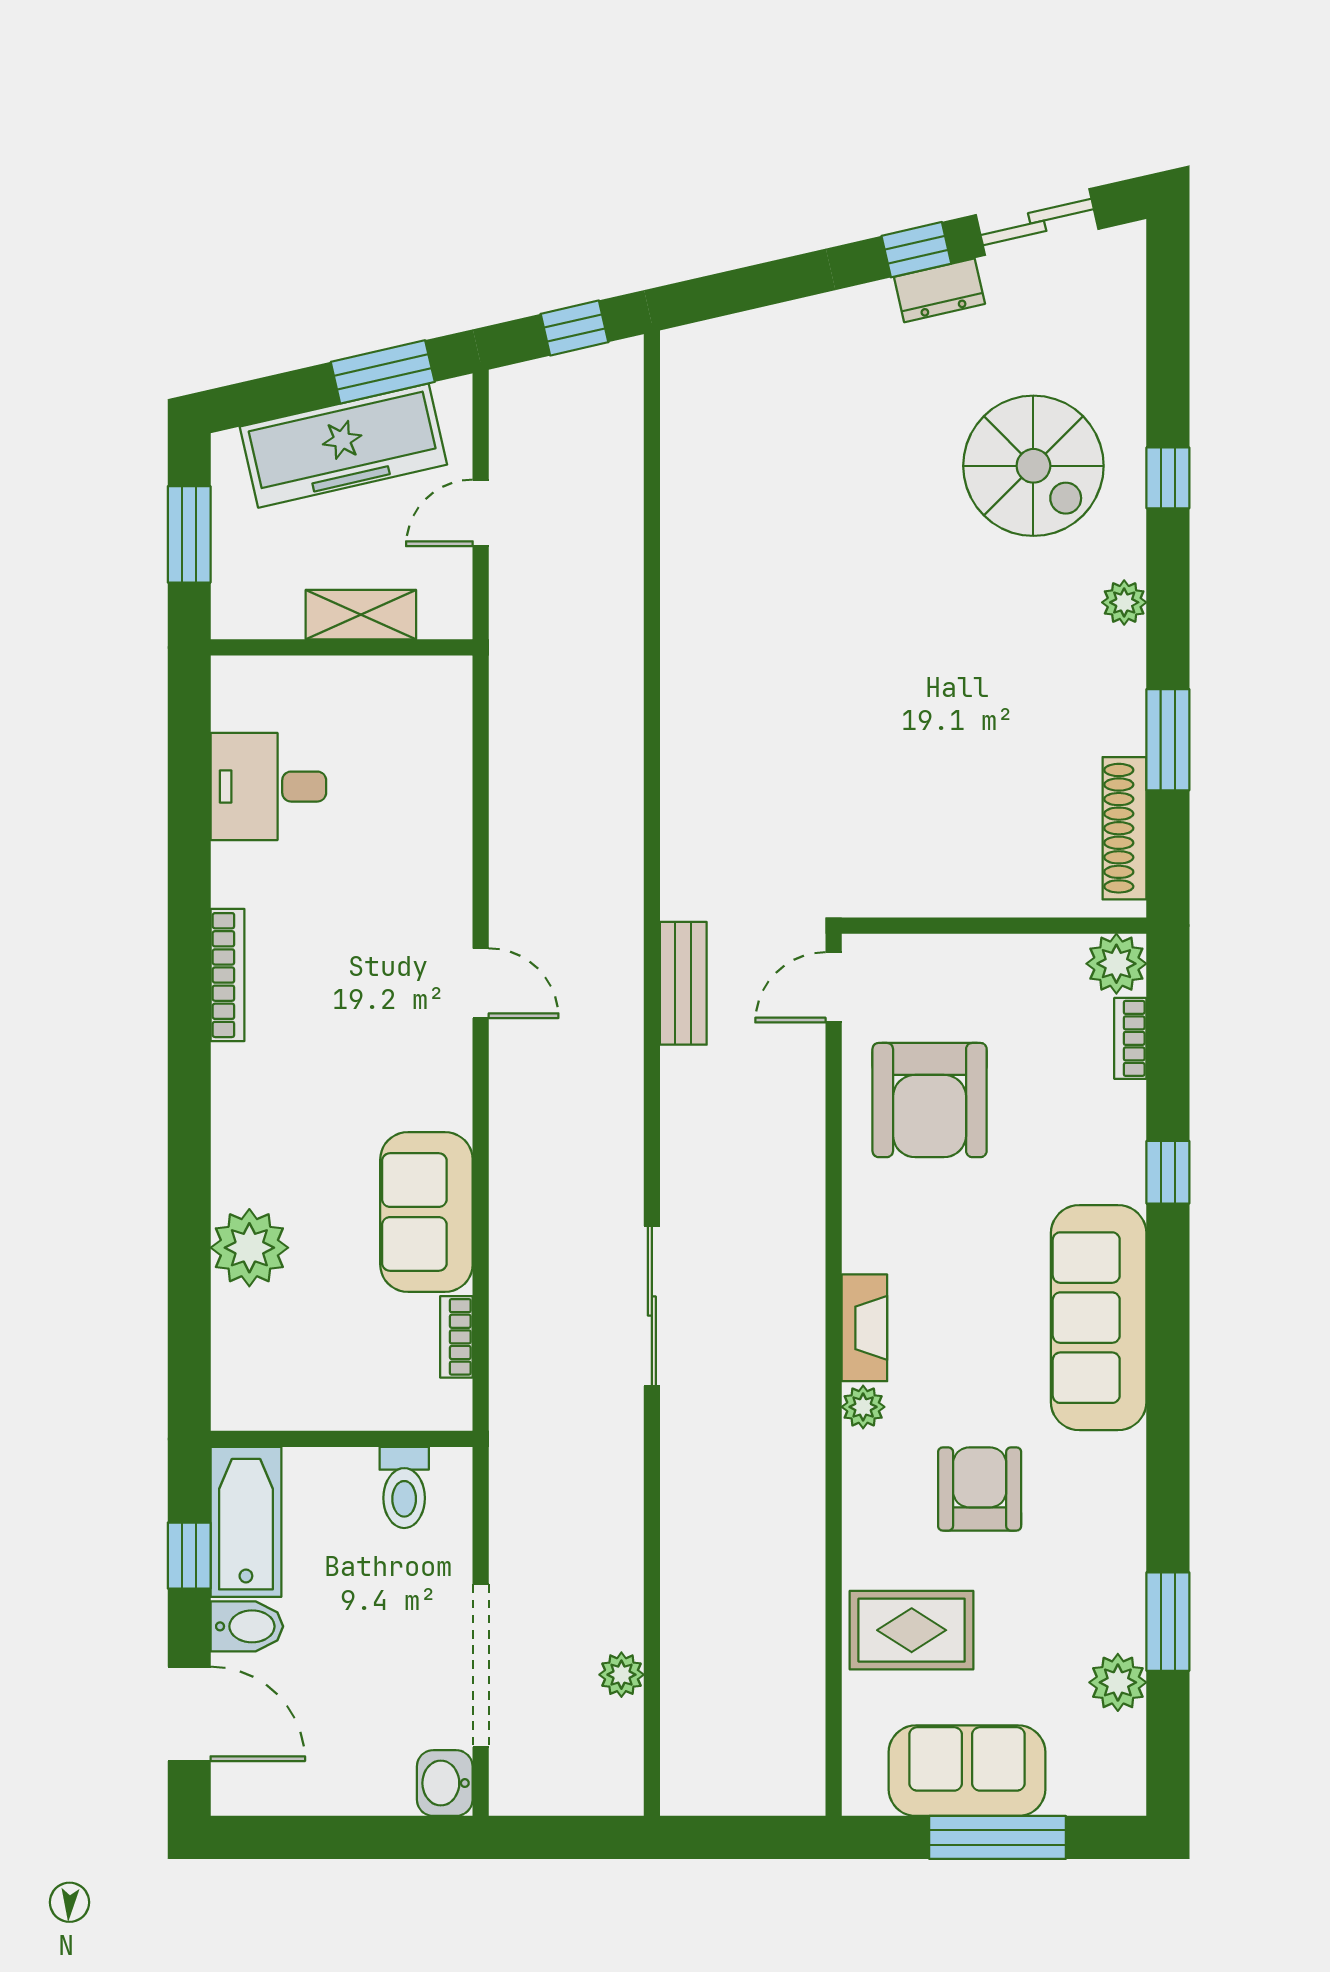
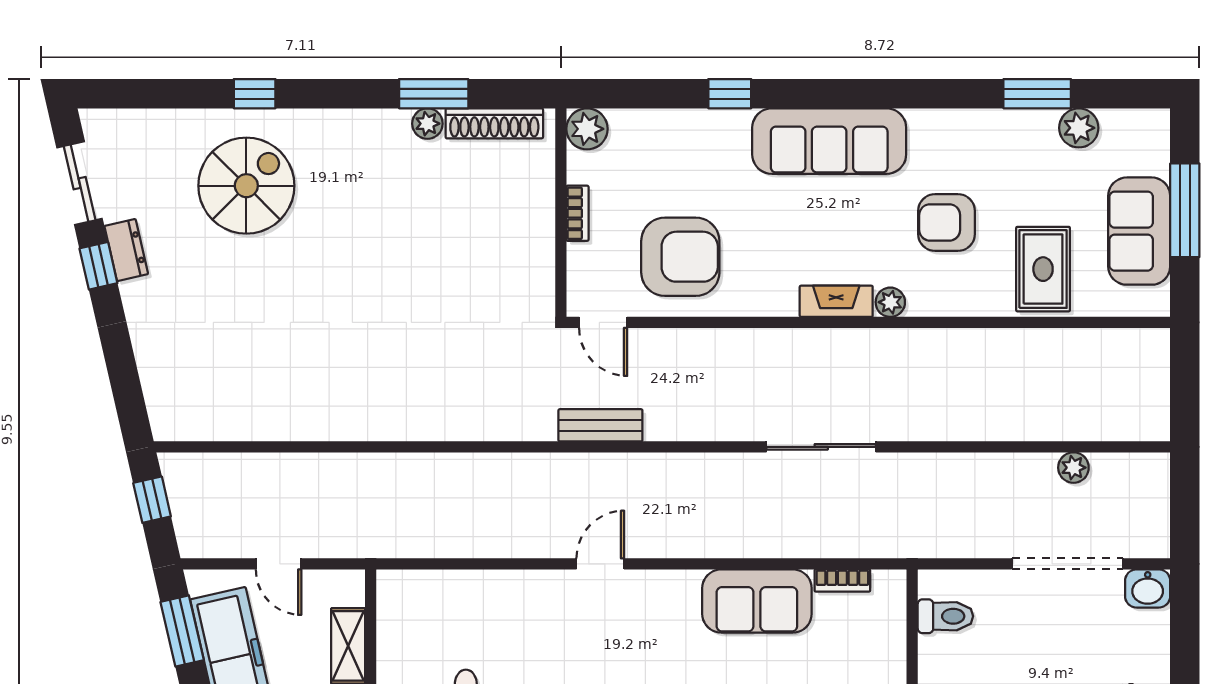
plant: (1124, 602) -> (427, 124), moved
bookcase: (1130, 1038) -> (577, 213), moved, turned -90

